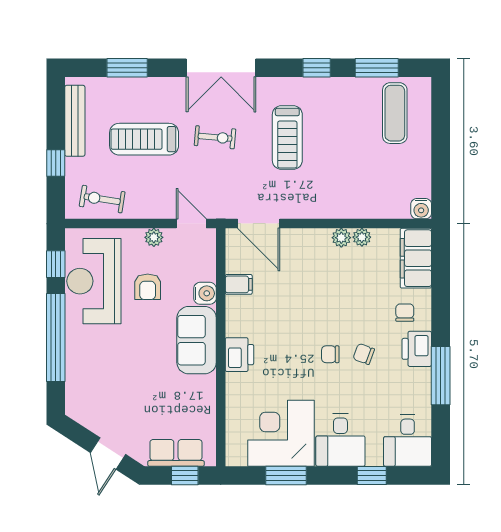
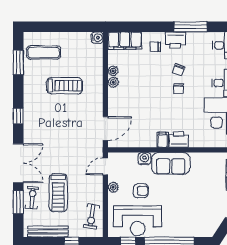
double door: (221, 68) -> (18, 163), moved
window: (317, 68) -> (18, 116), moved
exercise bike: (215, 137) -> (32, 198), moved
treadmill: (287, 137) -> (65, 86), moved
filing cabinet: (239, 284) -> (163, 140), moved

